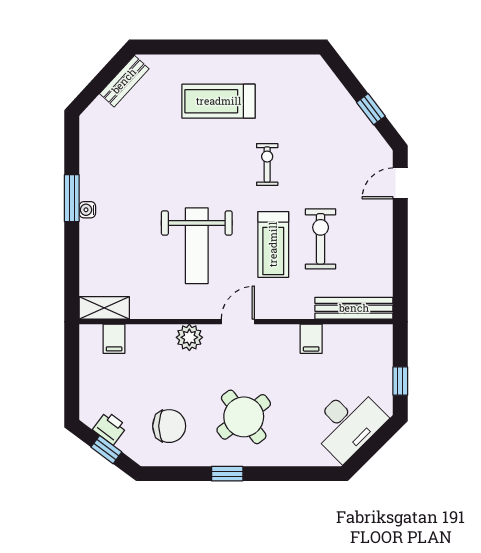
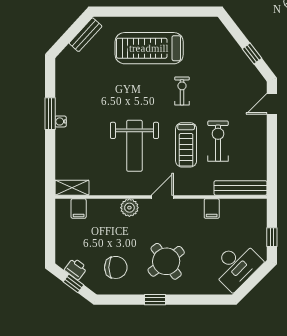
treadmill: (219, 101) -> (149, 48), width x1.37, depth x1.38

